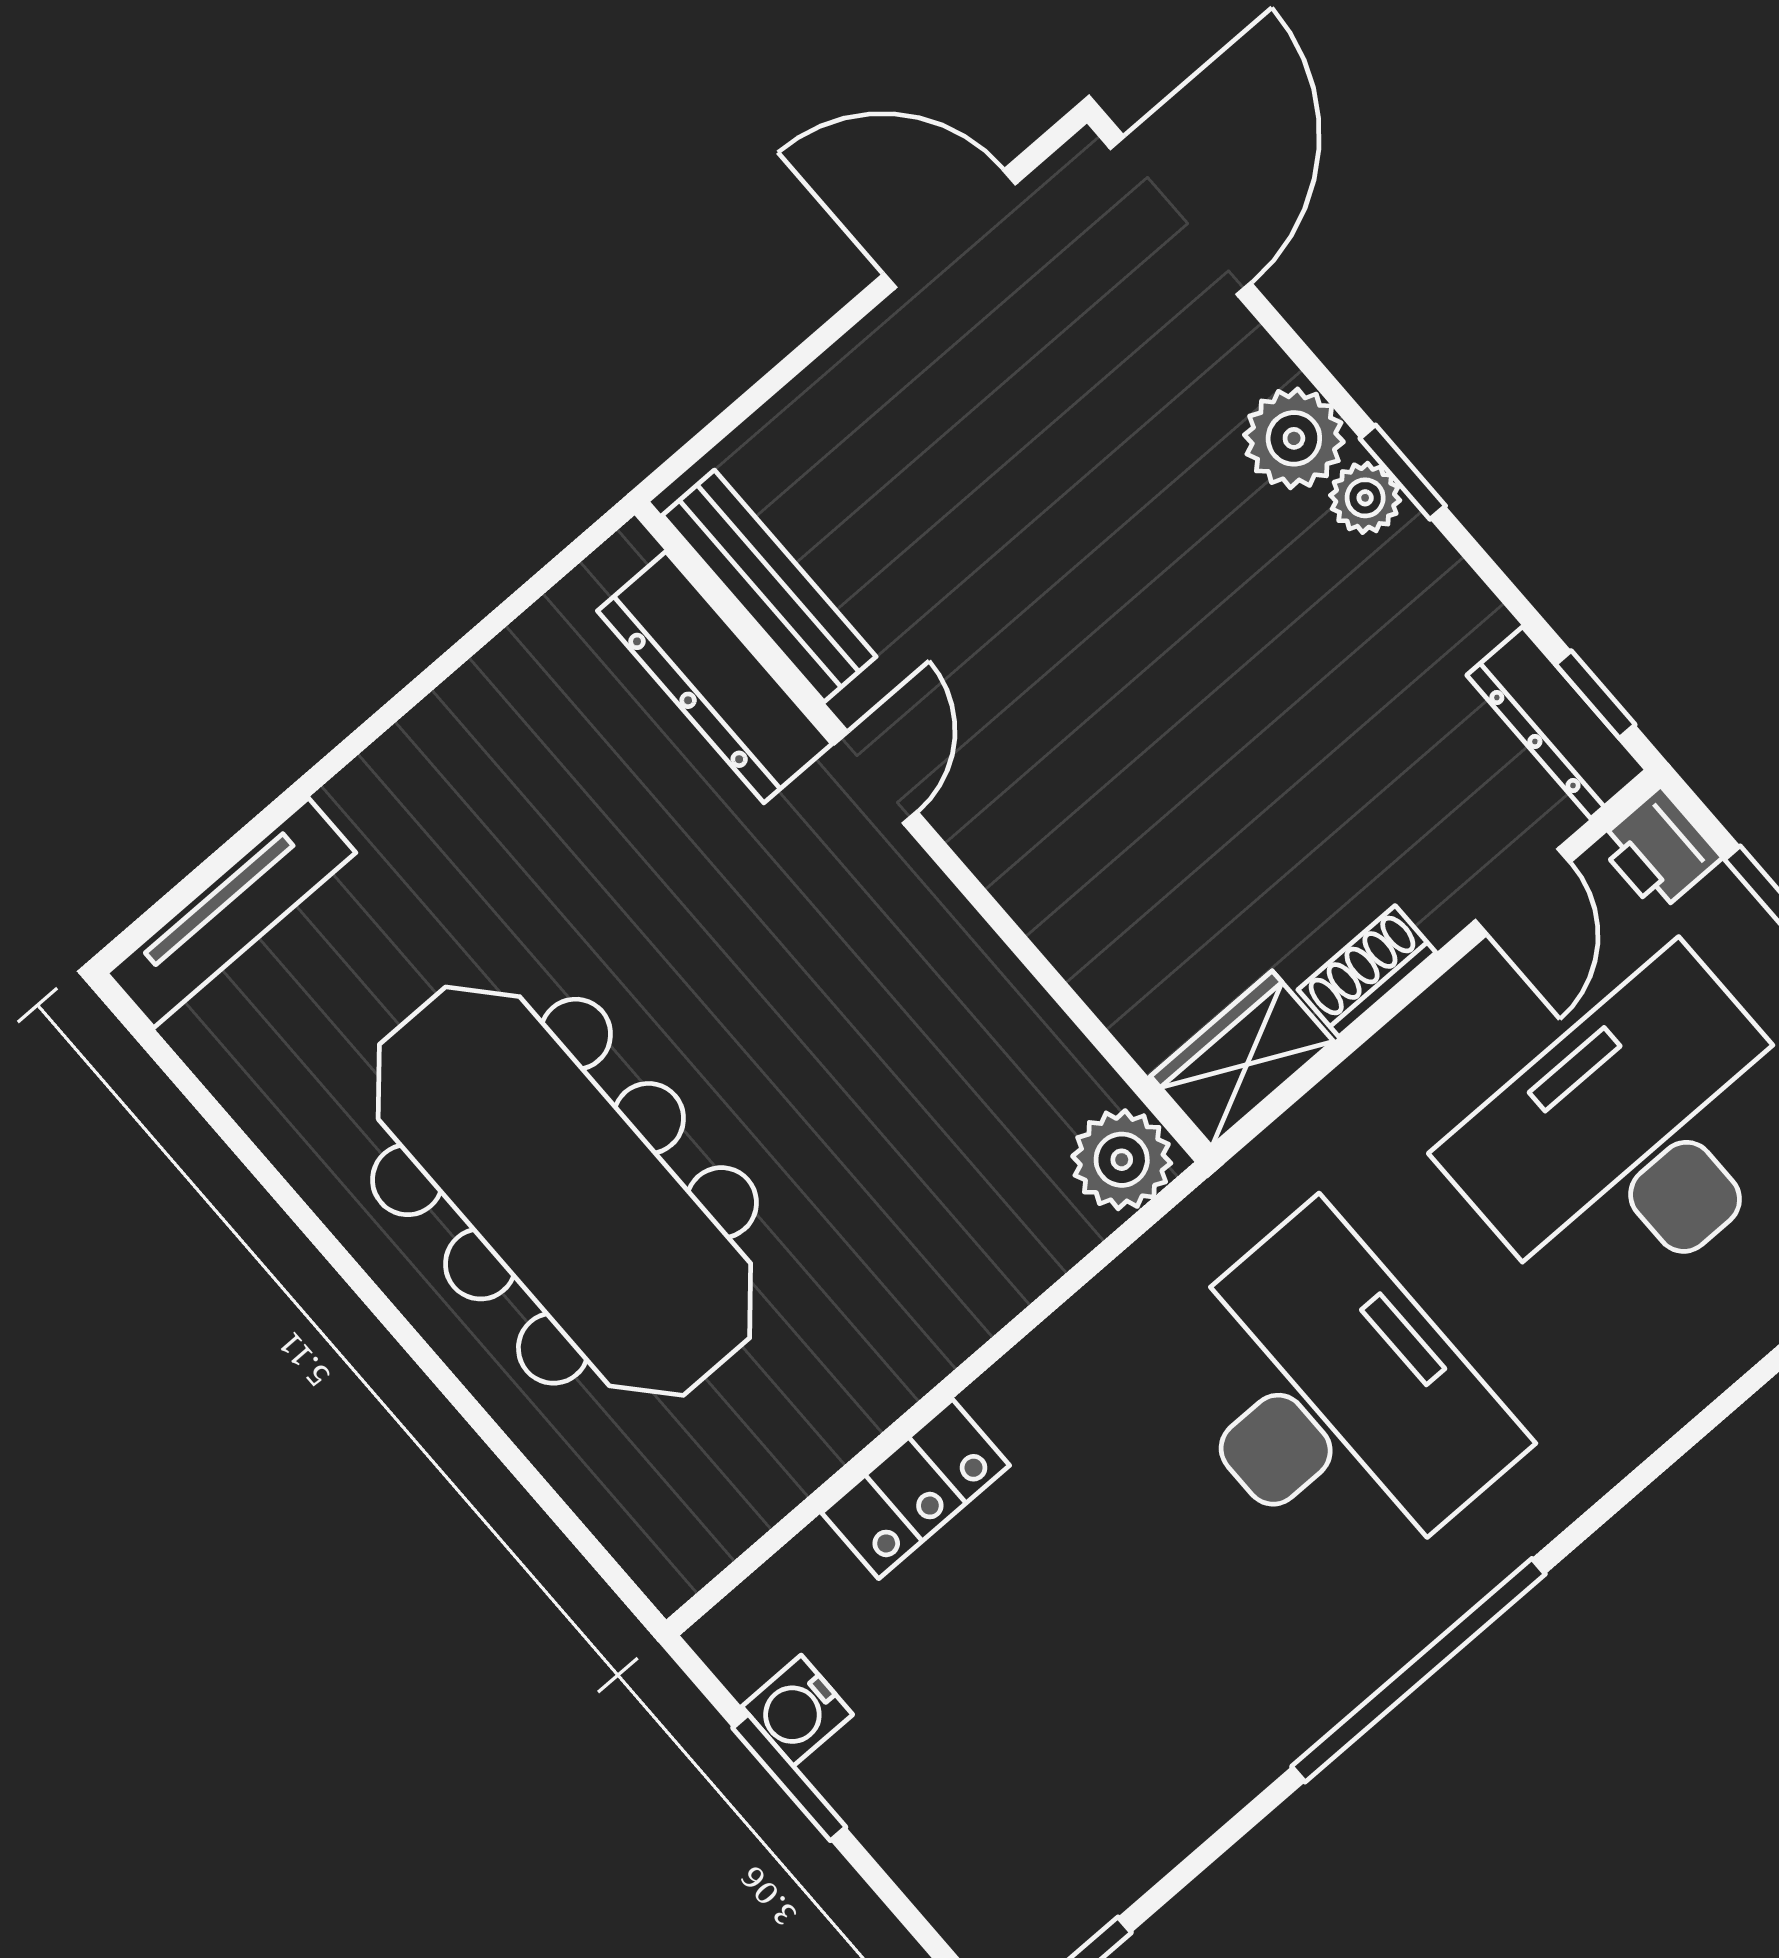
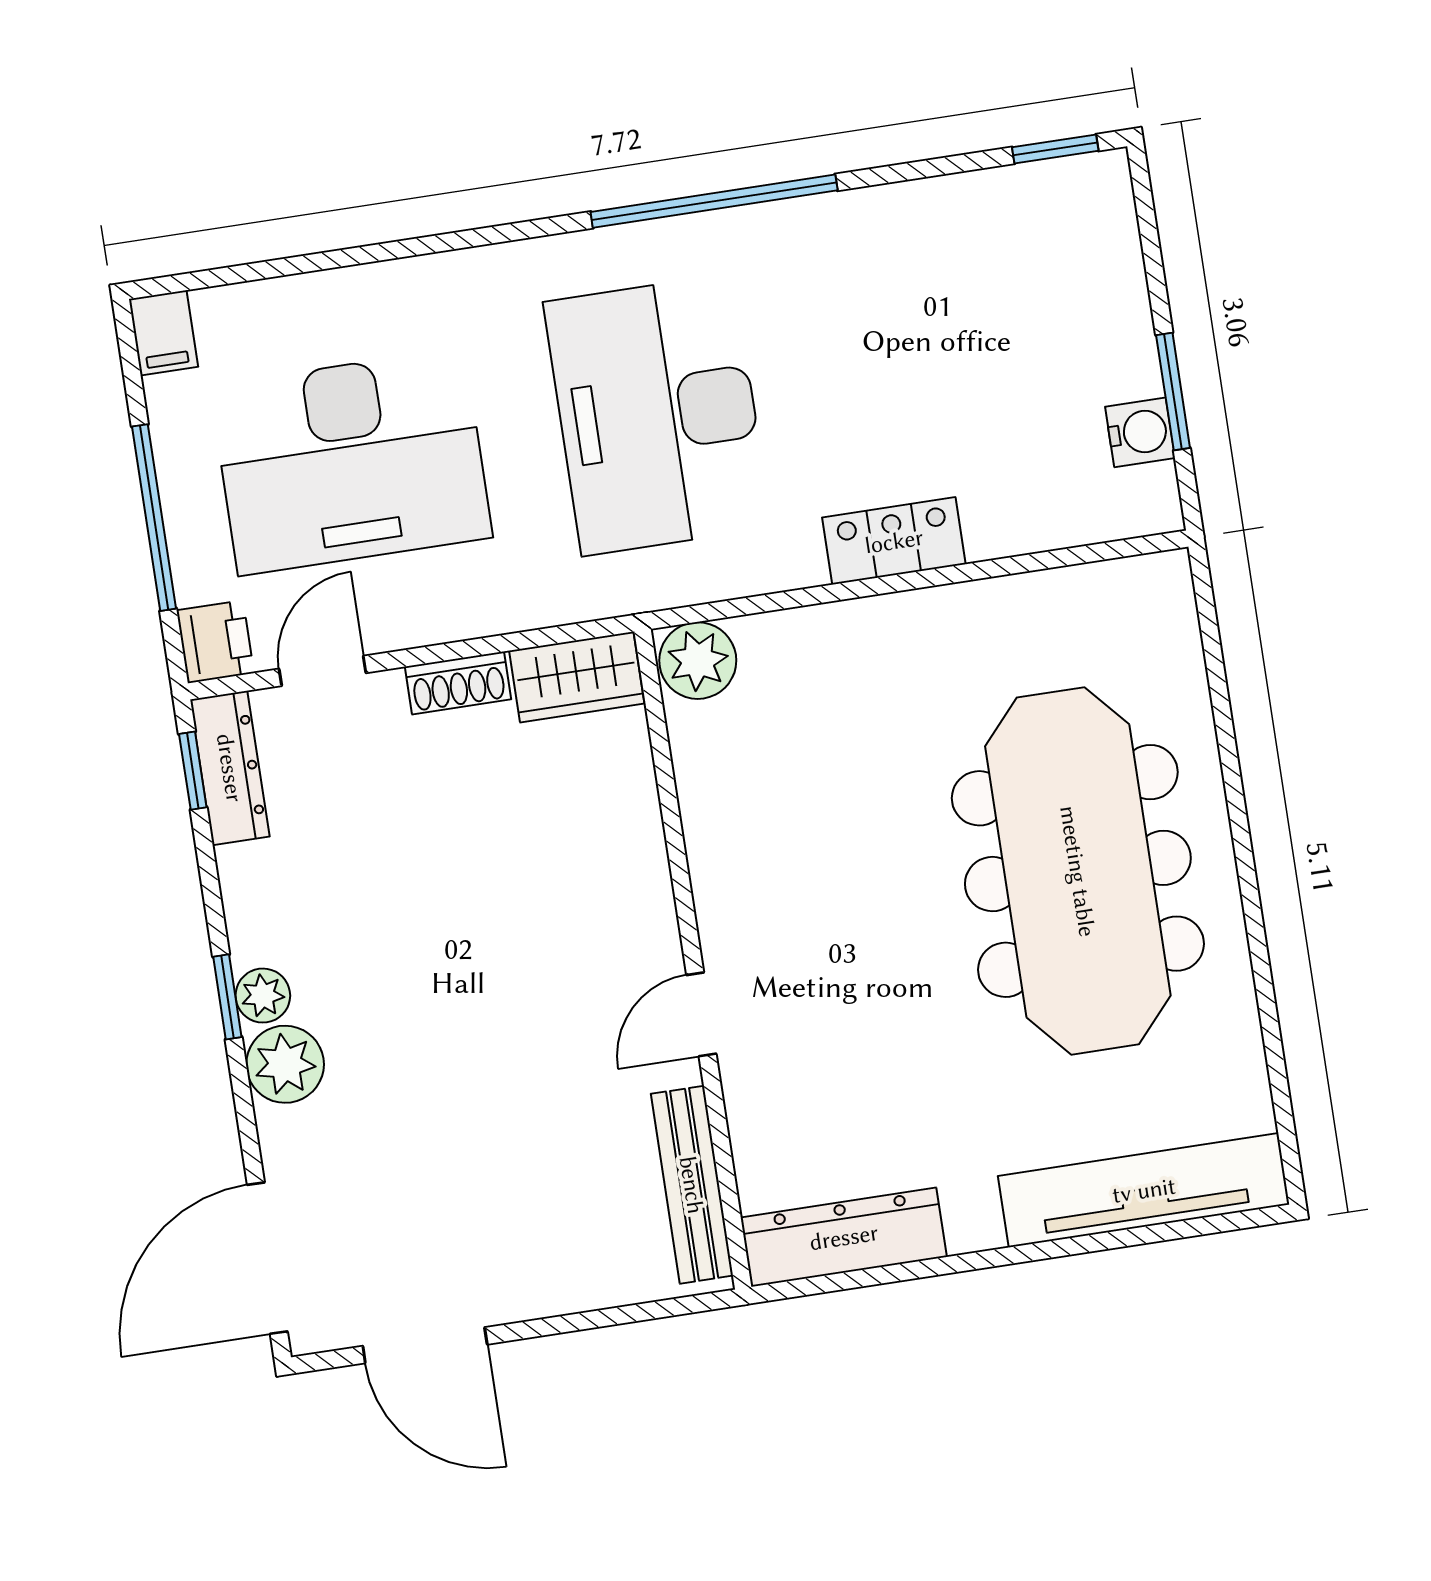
dresser: (715, 677) -> (844, 1237), moved, turned -90
tv unit: (231, 913) -> (1144, 1190), width x1.36, depth x1.29
locker: (916, 1489) -> (894, 541), moved

